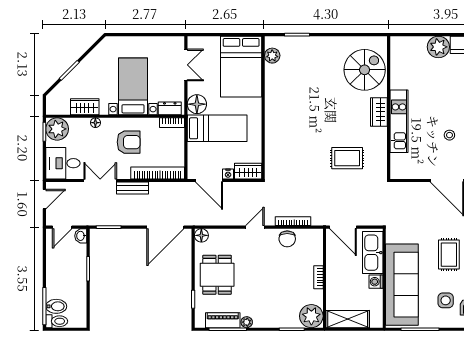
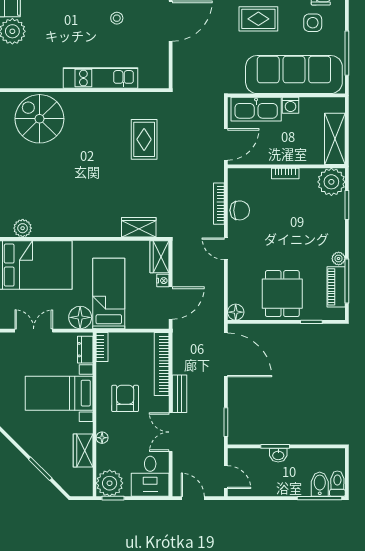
wardrobe: (379, 112) -> (139, 227), moved, turned 180
washbasin: (81, 236) -> (278, 455), moved
dining table: (217, 275) -> (282, 294), turned 90

